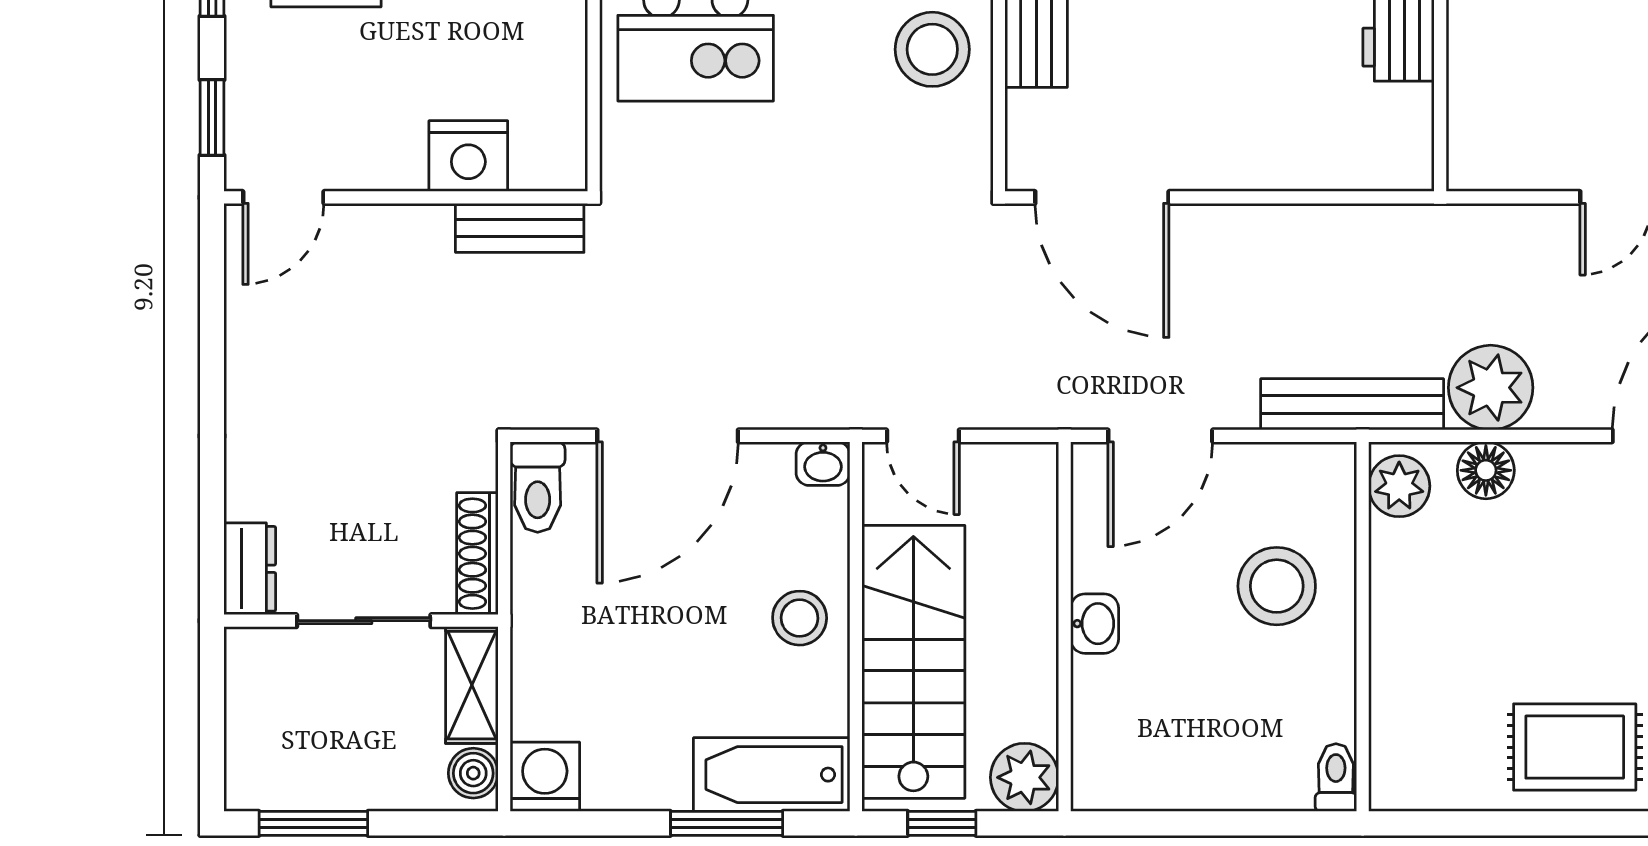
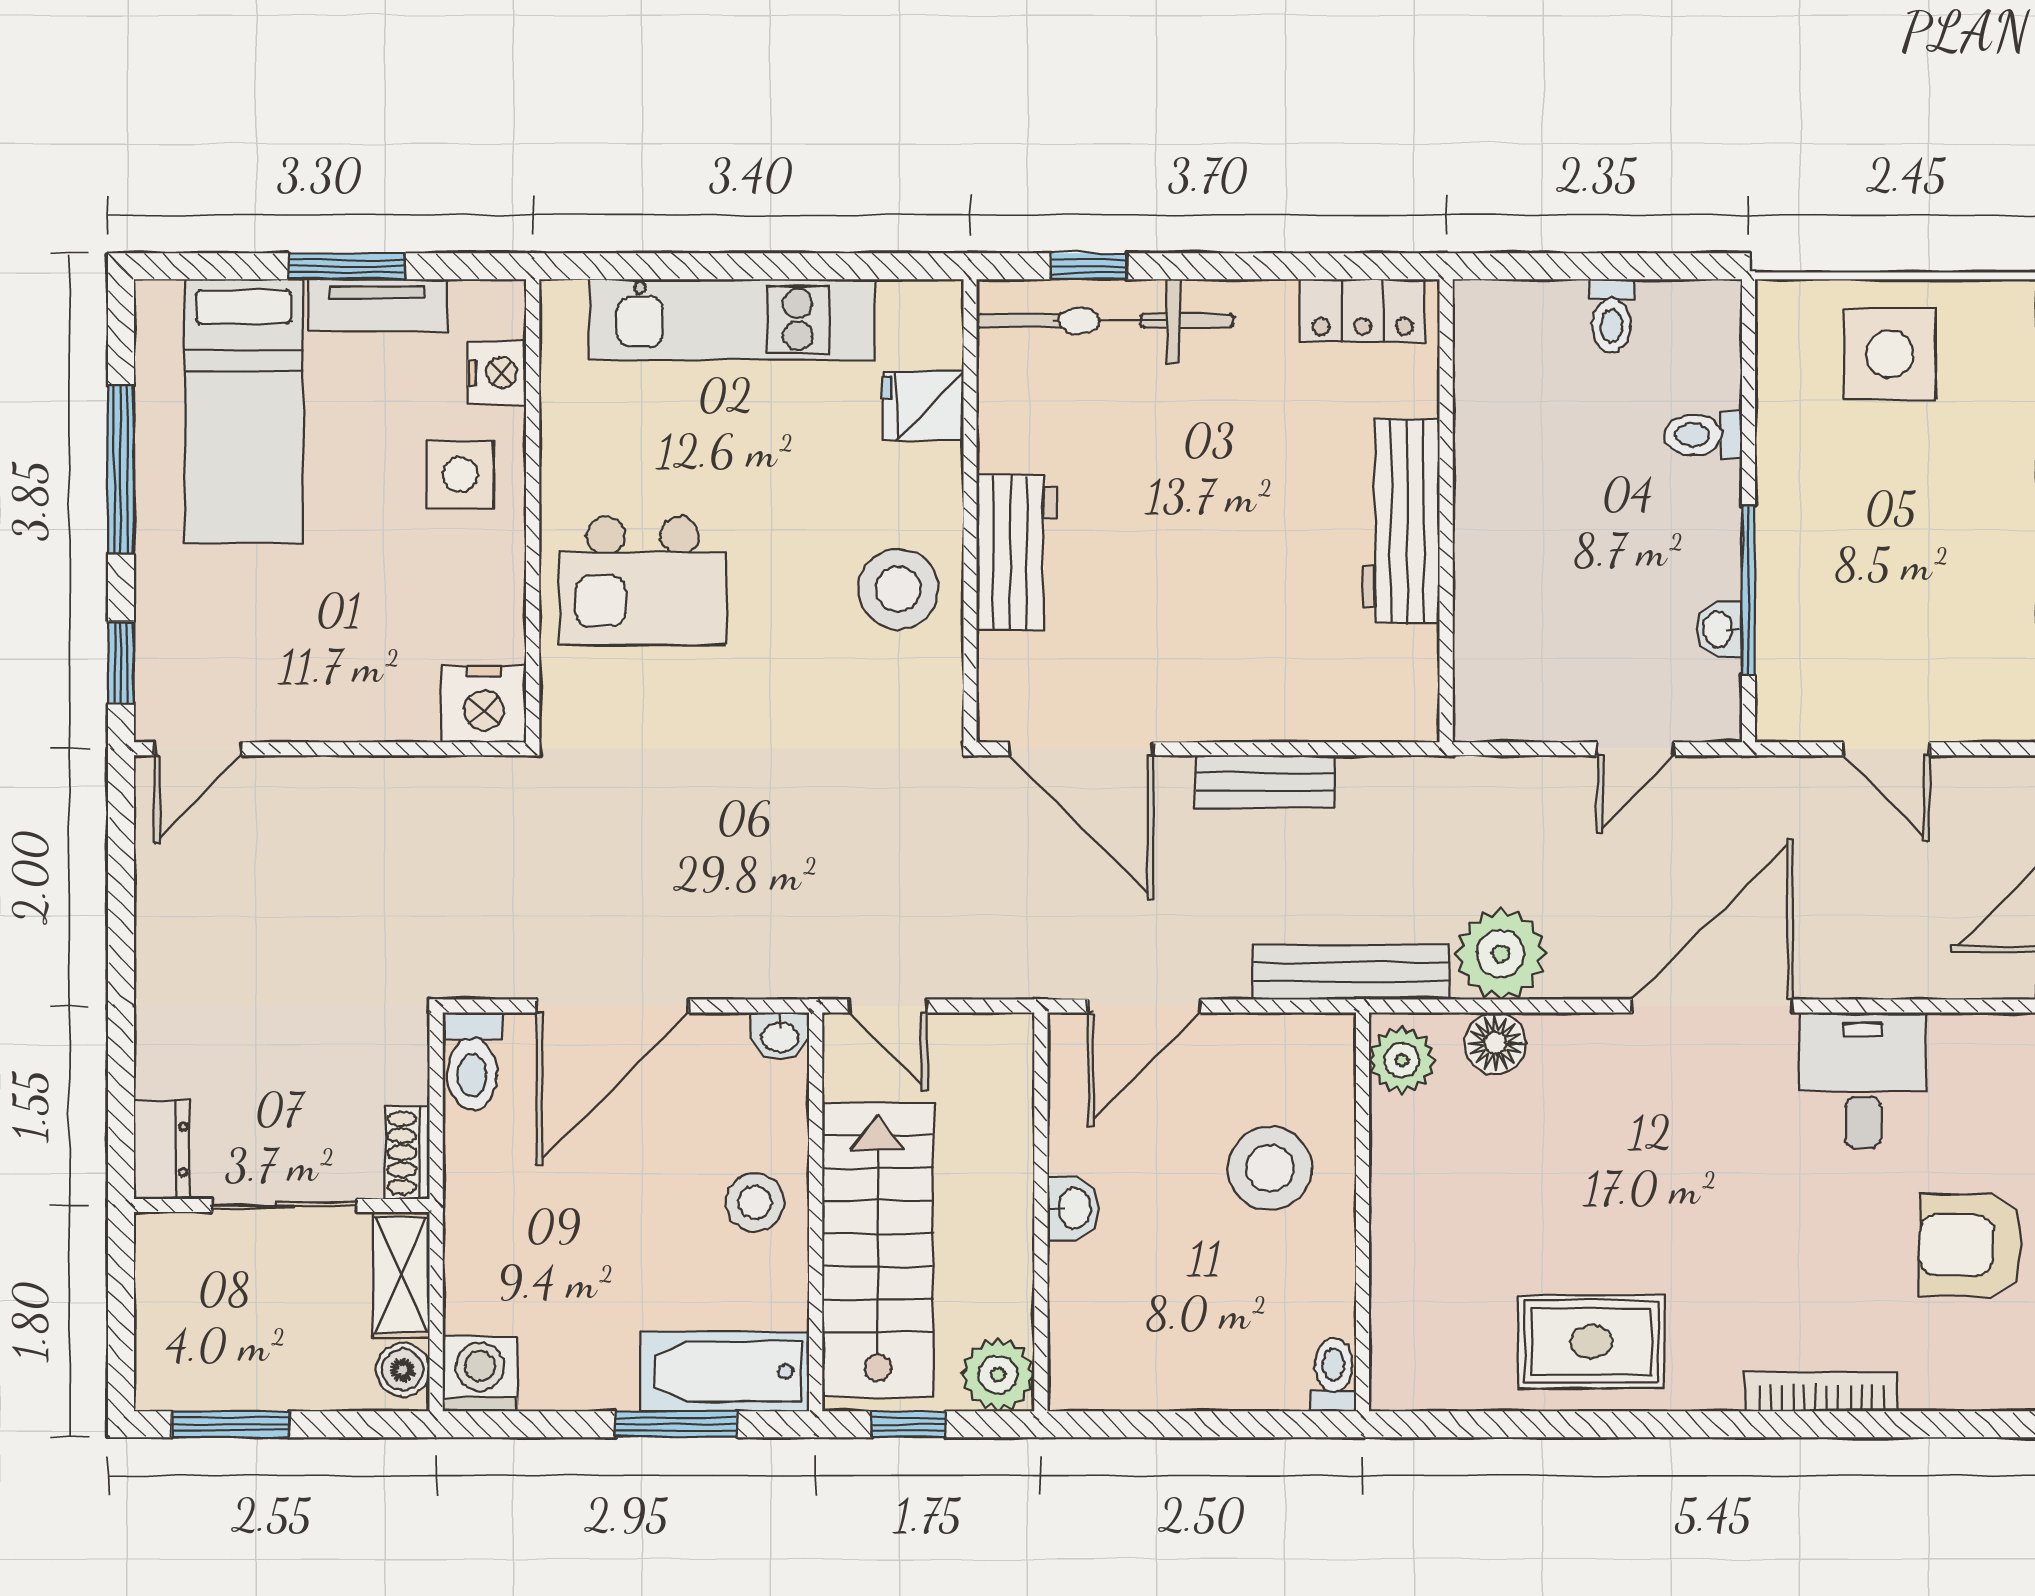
nightstand: (468, 156) -> (484, 704), moved
bench: (520, 228) -> (1265, 782), moved
shoe rack: (477, 554) -> (407, 1153), width x0.70

